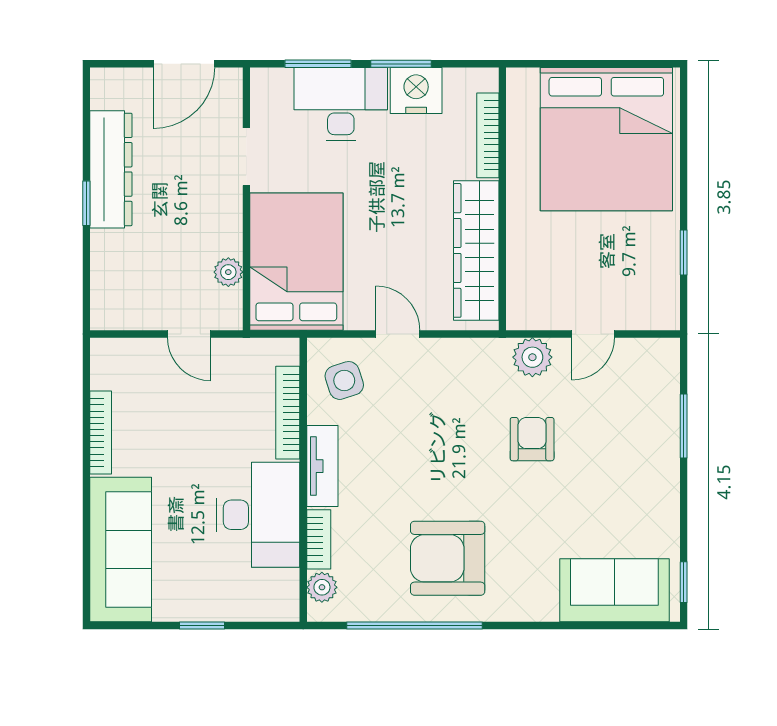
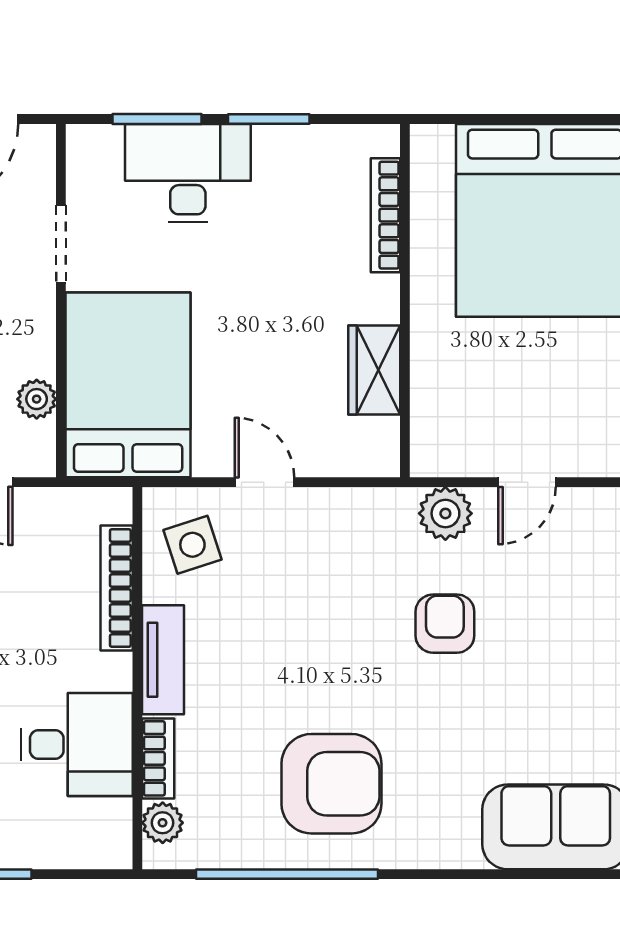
nightstand: (416, 90) -> (289, 155), removed
wardrobe: (476, 250) -> (374, 370), width x0.48, depth x0.85
desk: (258, 515) -> (77, 744), width x0.73
armchair: (448, 558) -> (331, 784), turned 180

